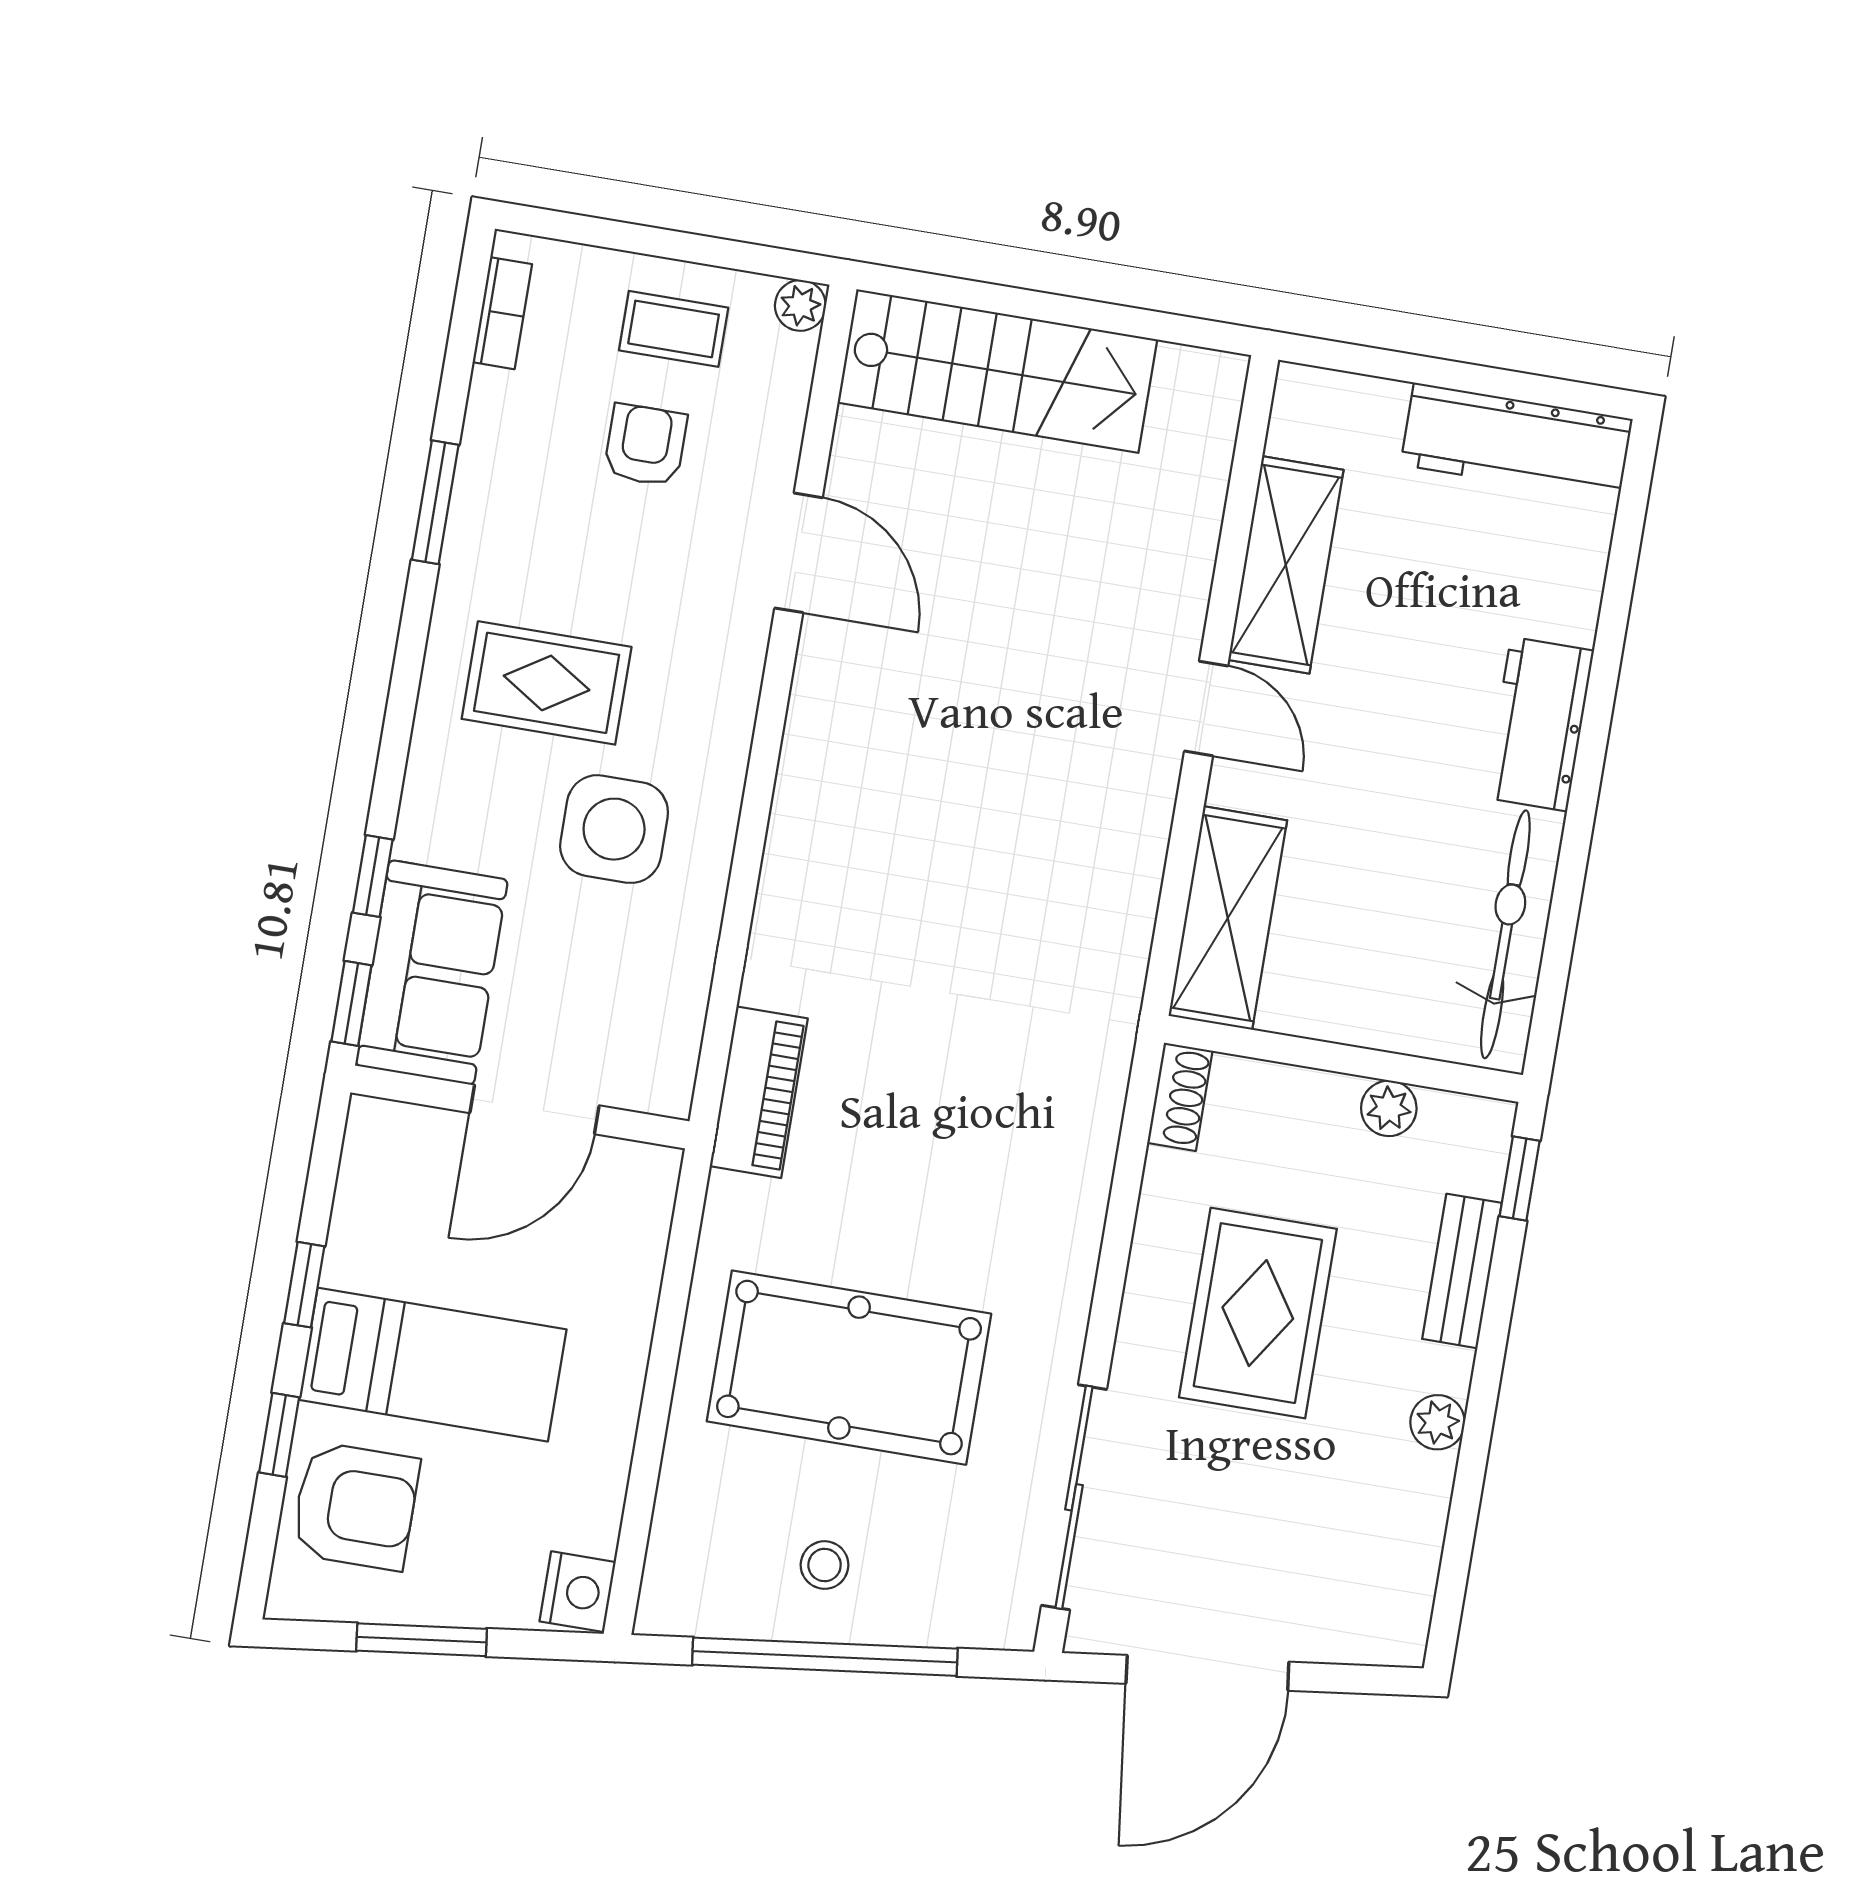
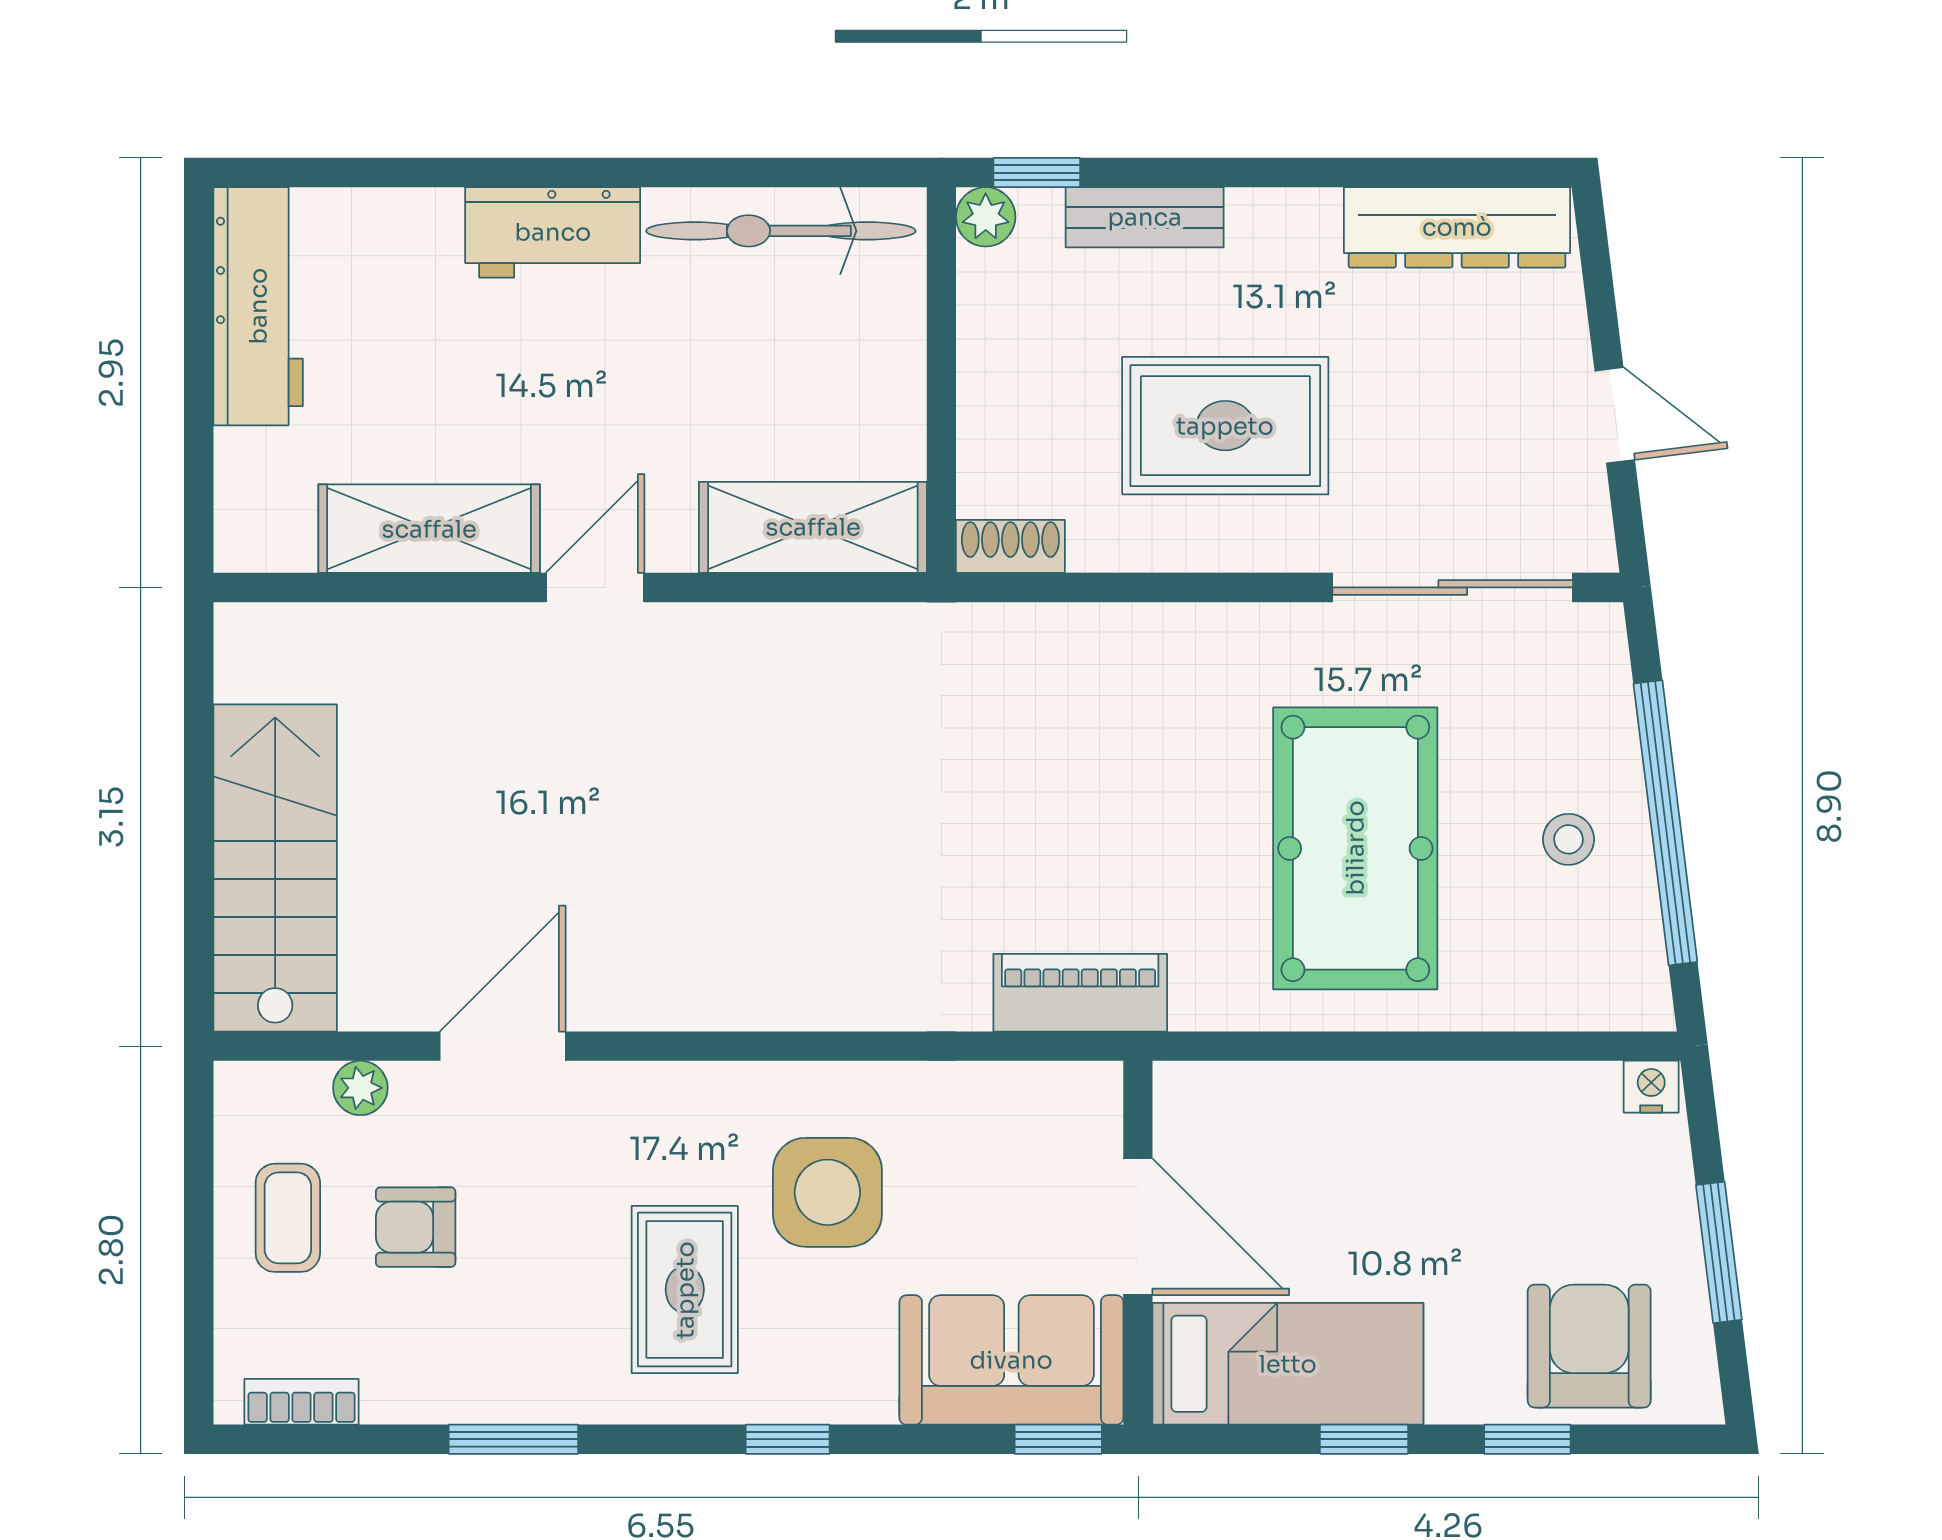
plant: (800, 305) -> (360, 1088), moved
window: (373, 876) -> (788, 1439), moved
plant: (1389, 1108) -> (986, 217), moved
bed: (433, 1365) -> (1288, 1364), moved, turned 90
plant: (1438, 1422) -> (1309, 216), removed
dresser: (1405, 1557) -> (1457, 227), added
nightstand: (578, 1592) -> (1651, 1087), width x0.72, depth x0.74
door: (1207, 1673) -> (1615, 415), width x0.53

